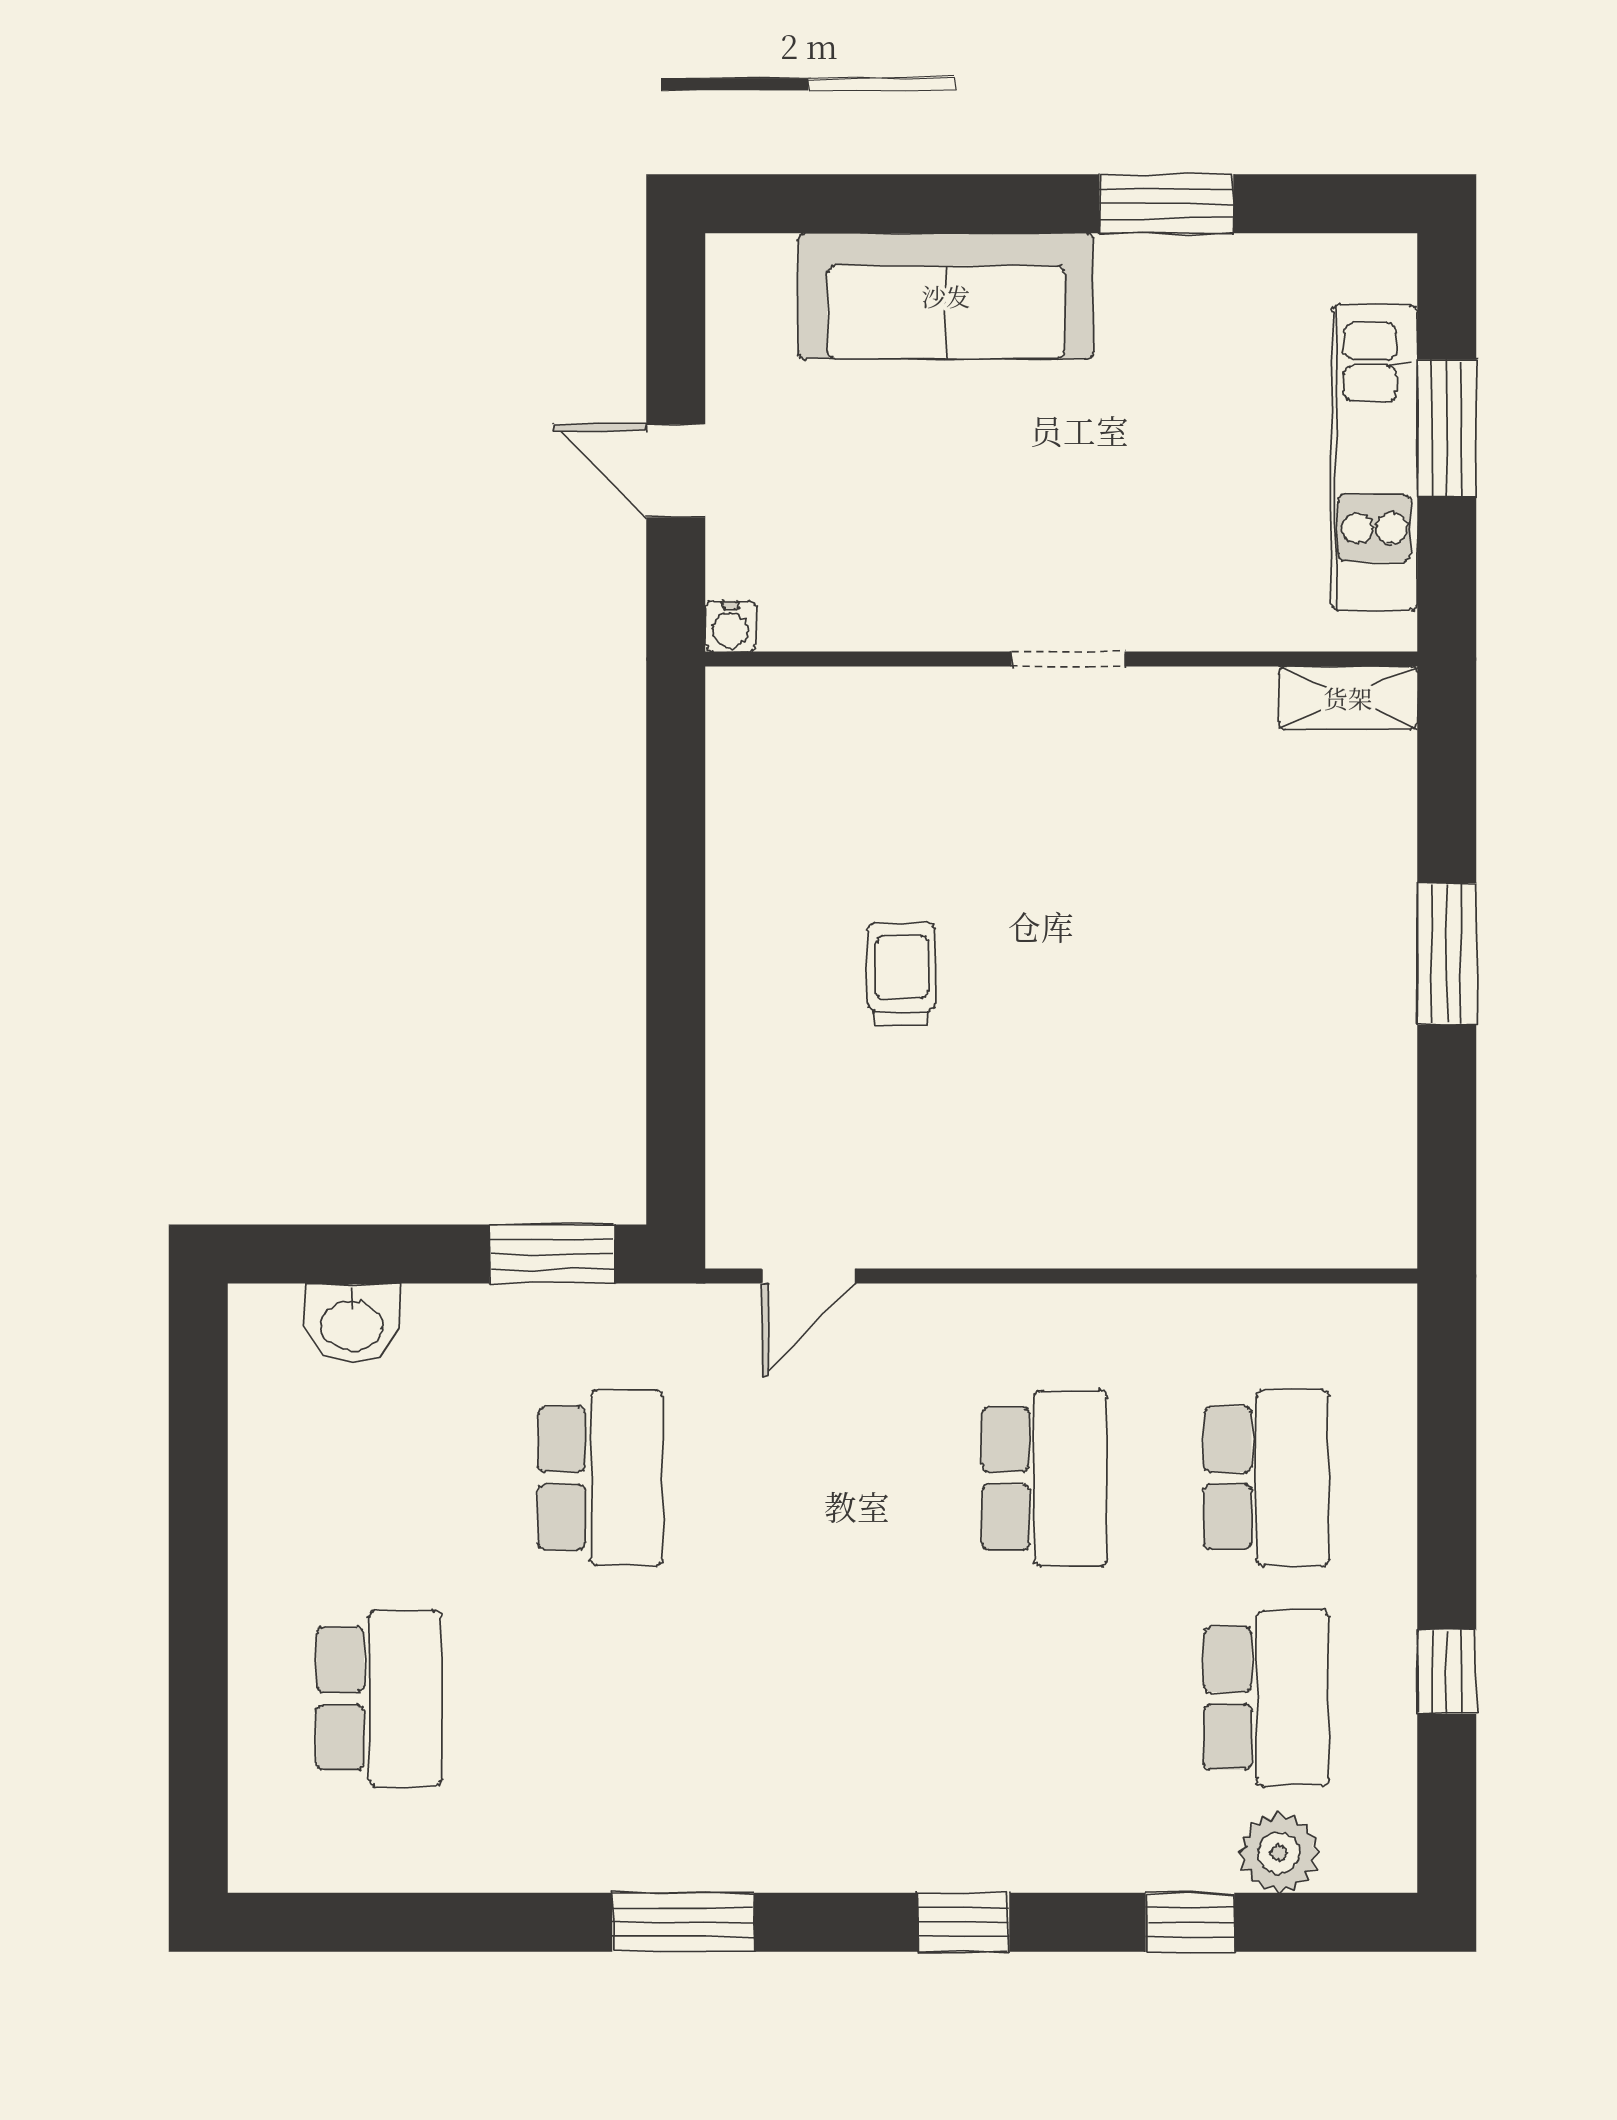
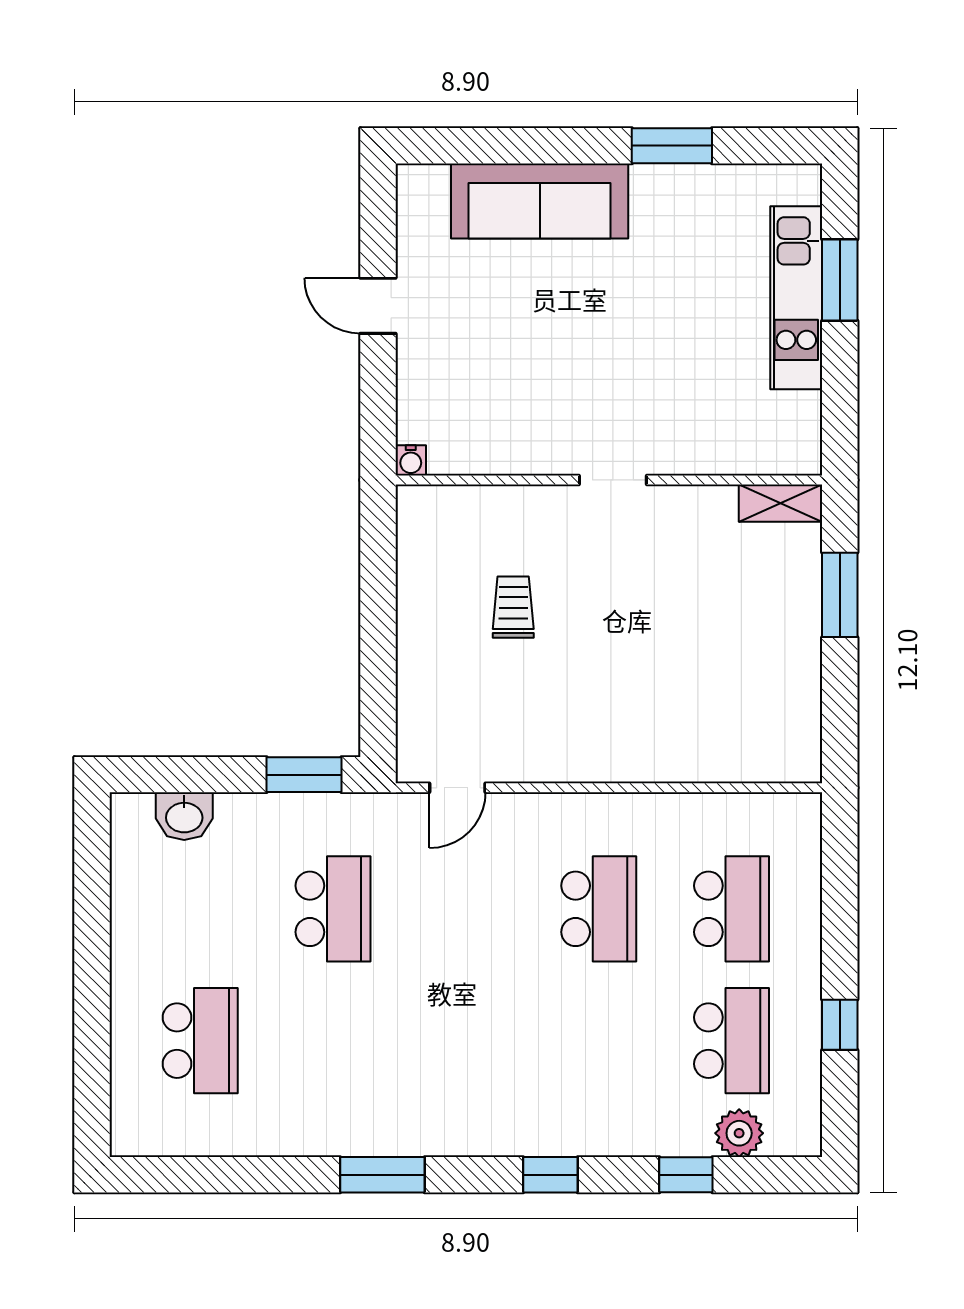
water cooler: (730, 626) -> (411, 460), moved
wall: (1061, 659) -> (609, 480), moved
doorway: (1068, 659) -> (613, 480), moved
shelving: (1348, 698) -> (781, 503), moved

